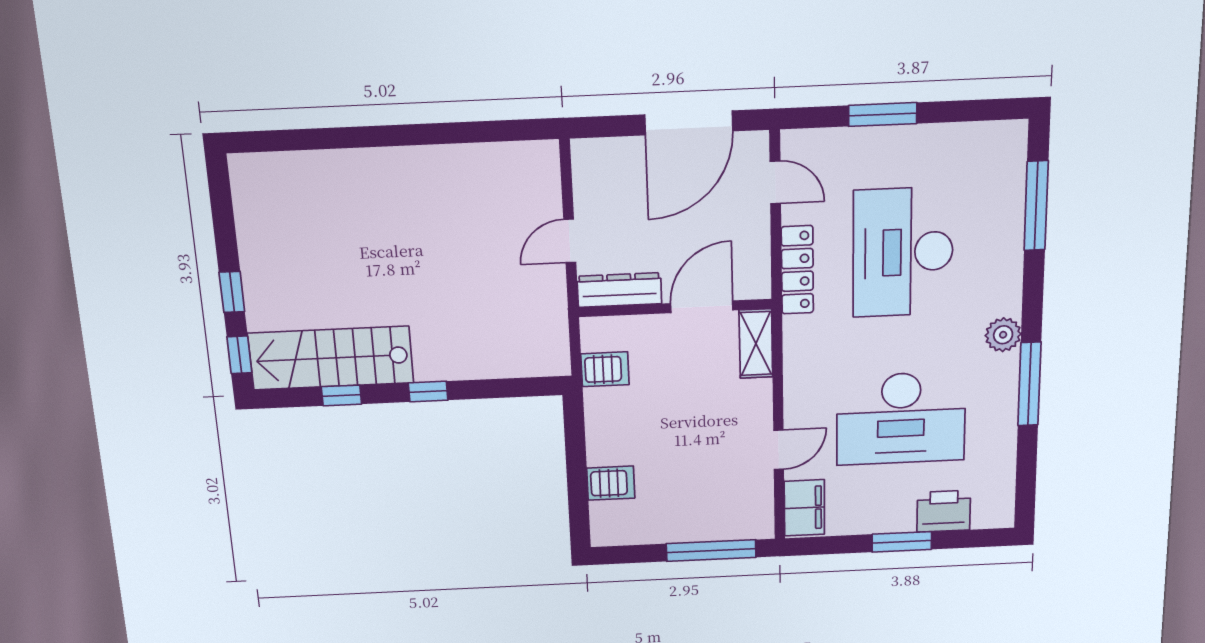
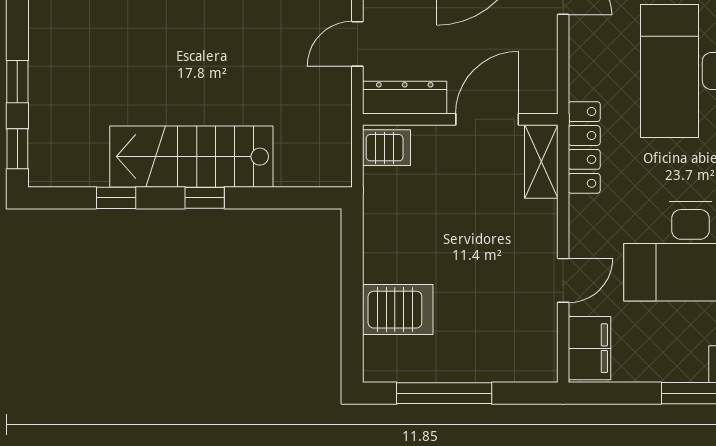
locker: (797, 270) -> (584, 147), moved
stairs: (331, 358) -> (191, 157), moved
server rack: (605, 369) -> (387, 148), moved
server rack: (611, 483) -> (398, 310), width x1.36, depth x1.44
window: (711, 551) -> (444, 393), moved

